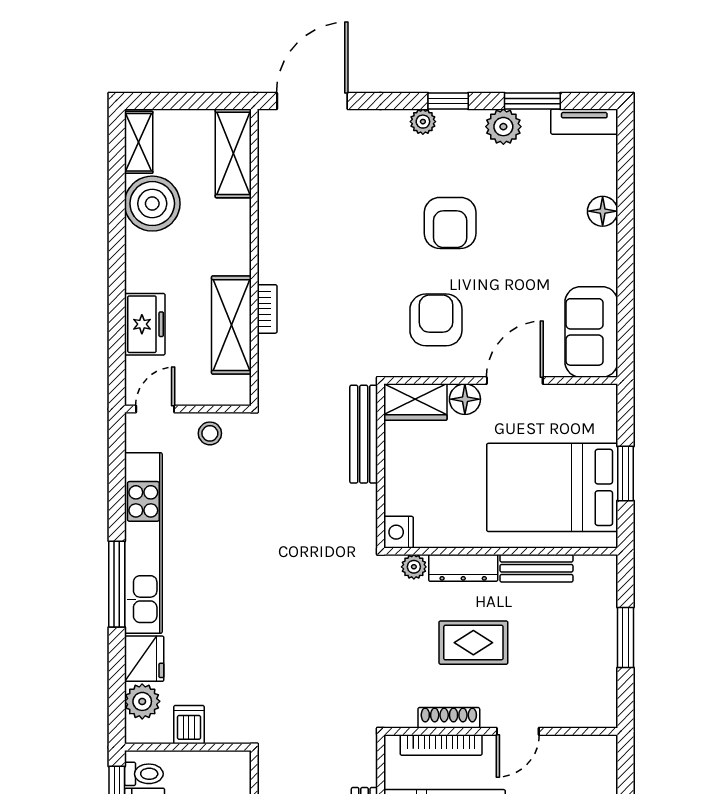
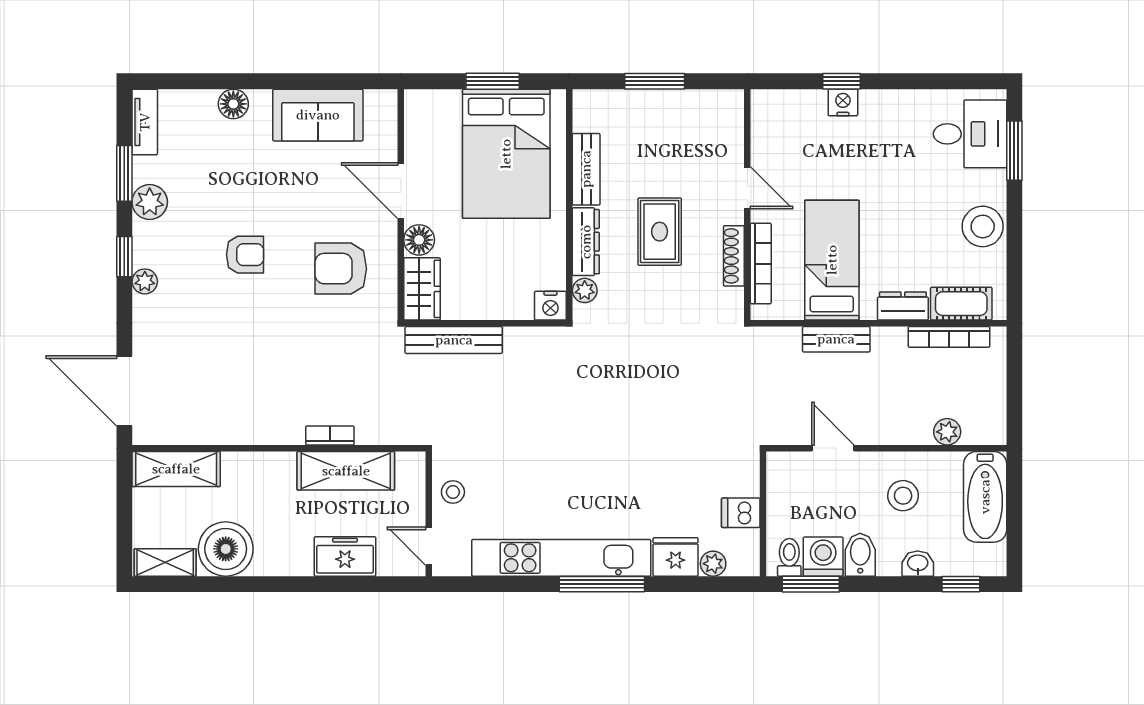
armchair: (450, 223) -> (245, 255), width x0.72, depth x0.72
sofa: (591, 332) -> (318, 115), moved
plant: (142, 701) -> (713, 564), width x0.73, depth x0.73

